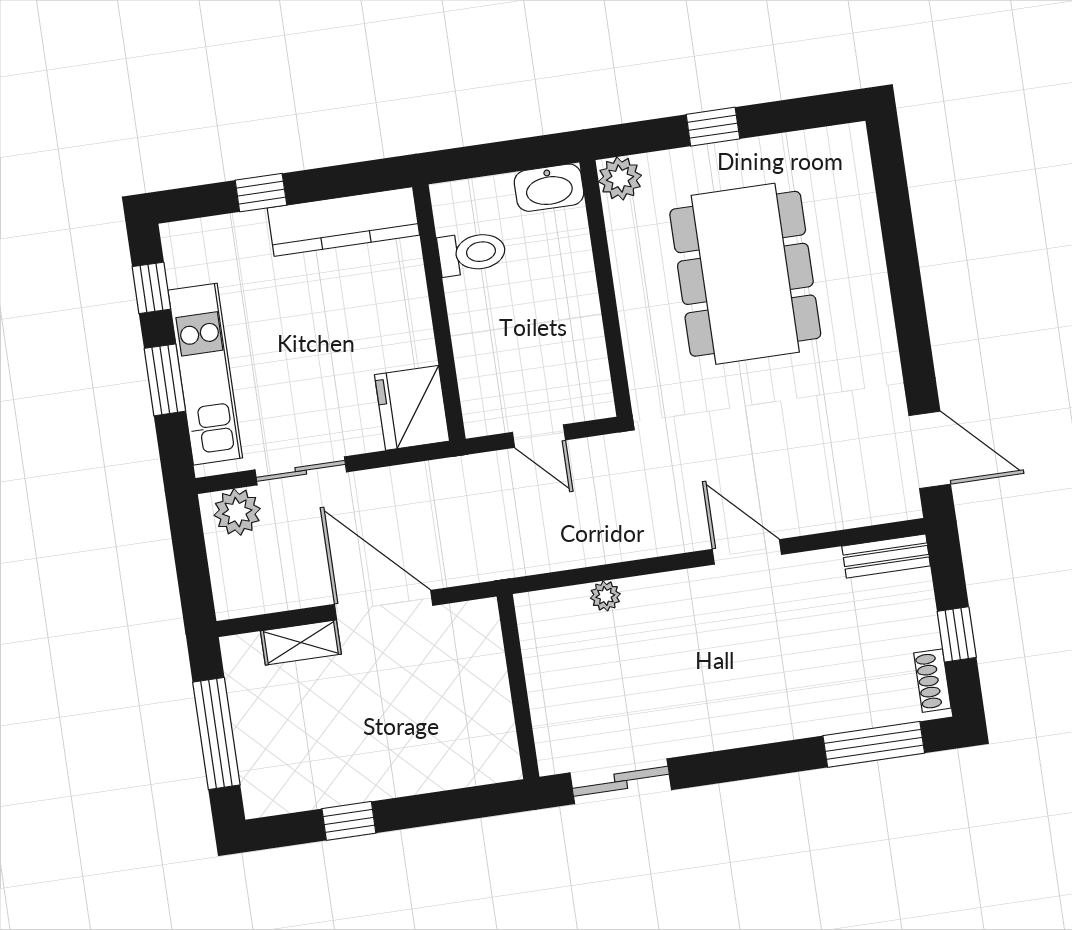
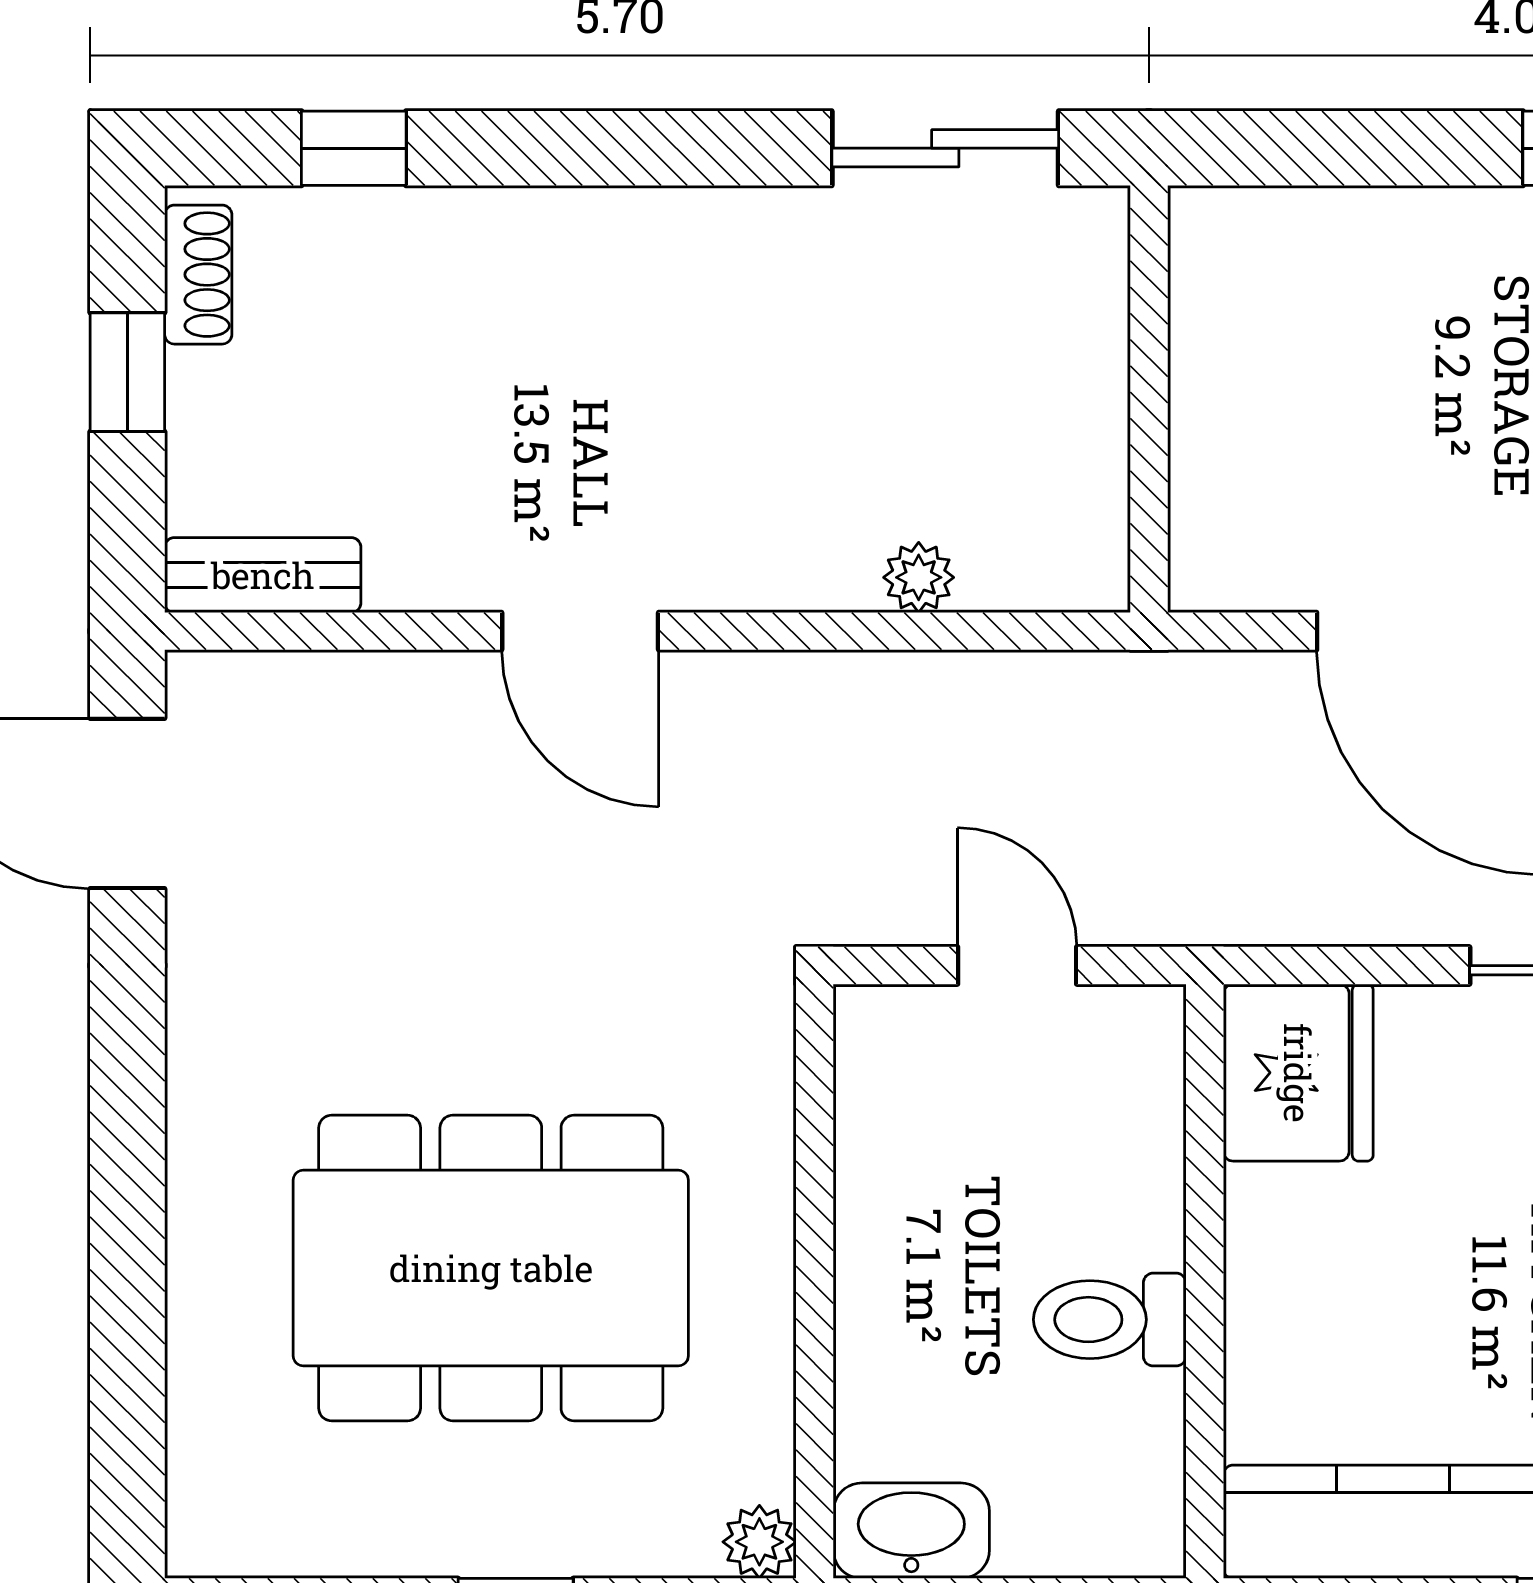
plant: (620, 178) -> (759, 1542), width x0.73, depth x0.73
toilet: (472, 253) -> (1110, 1320), moved
dining table: (745, 274) -> (491, 1268), turned 90
window: (874, 744) -> (354, 148), width x0.46

